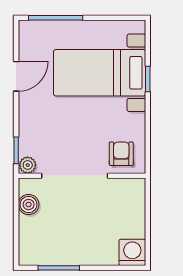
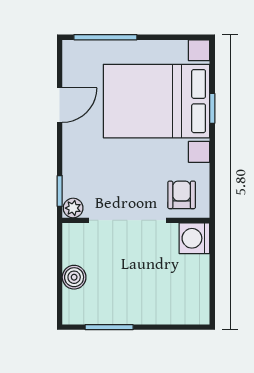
bed with nightstands: (100, 73) -> (157, 101), width x1.36
boiler: (29, 205) -> (74, 277), moved
washing machine: (132, 252) -> (194, 238), moved, turned -90

